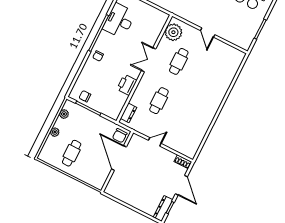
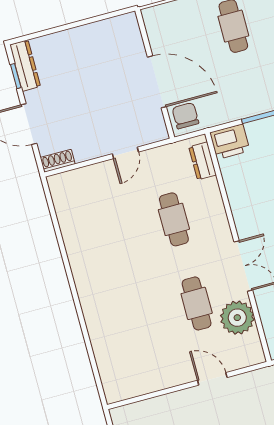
plant: (173, 32) -> (237, 318), moved
door: (208, 33) -> (212, 379), moved
printer: (127, 85) -> (230, 142), moved, turned 90

